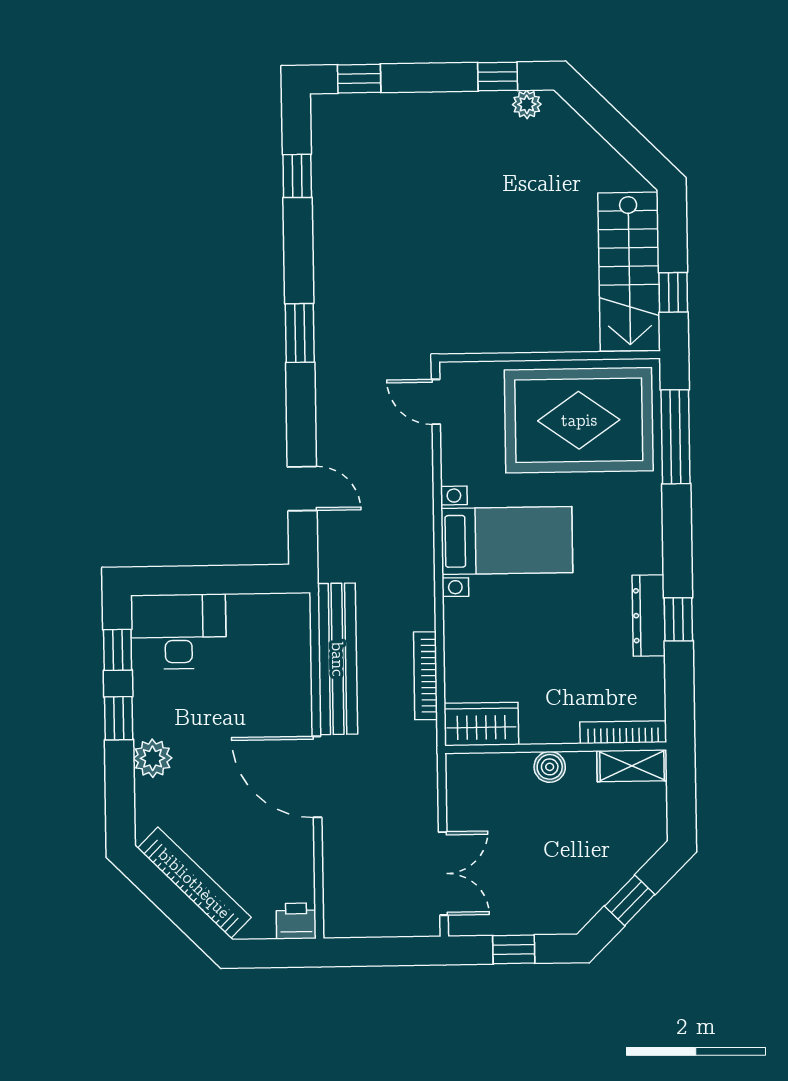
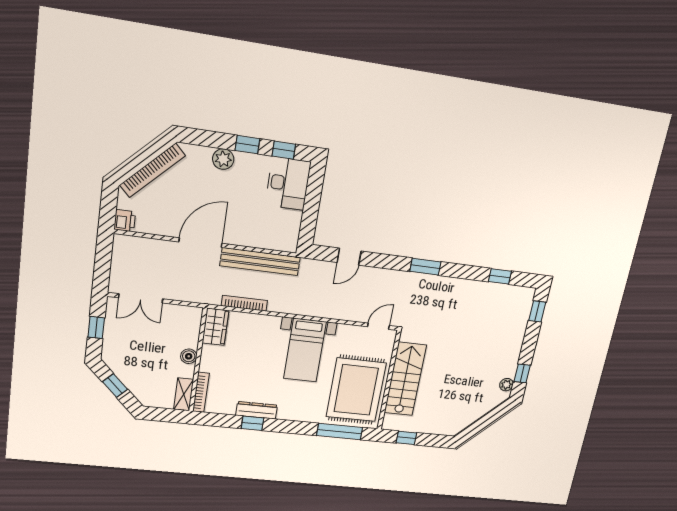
stairs: (629, 272) -> (405, 379), moved, turned 90

